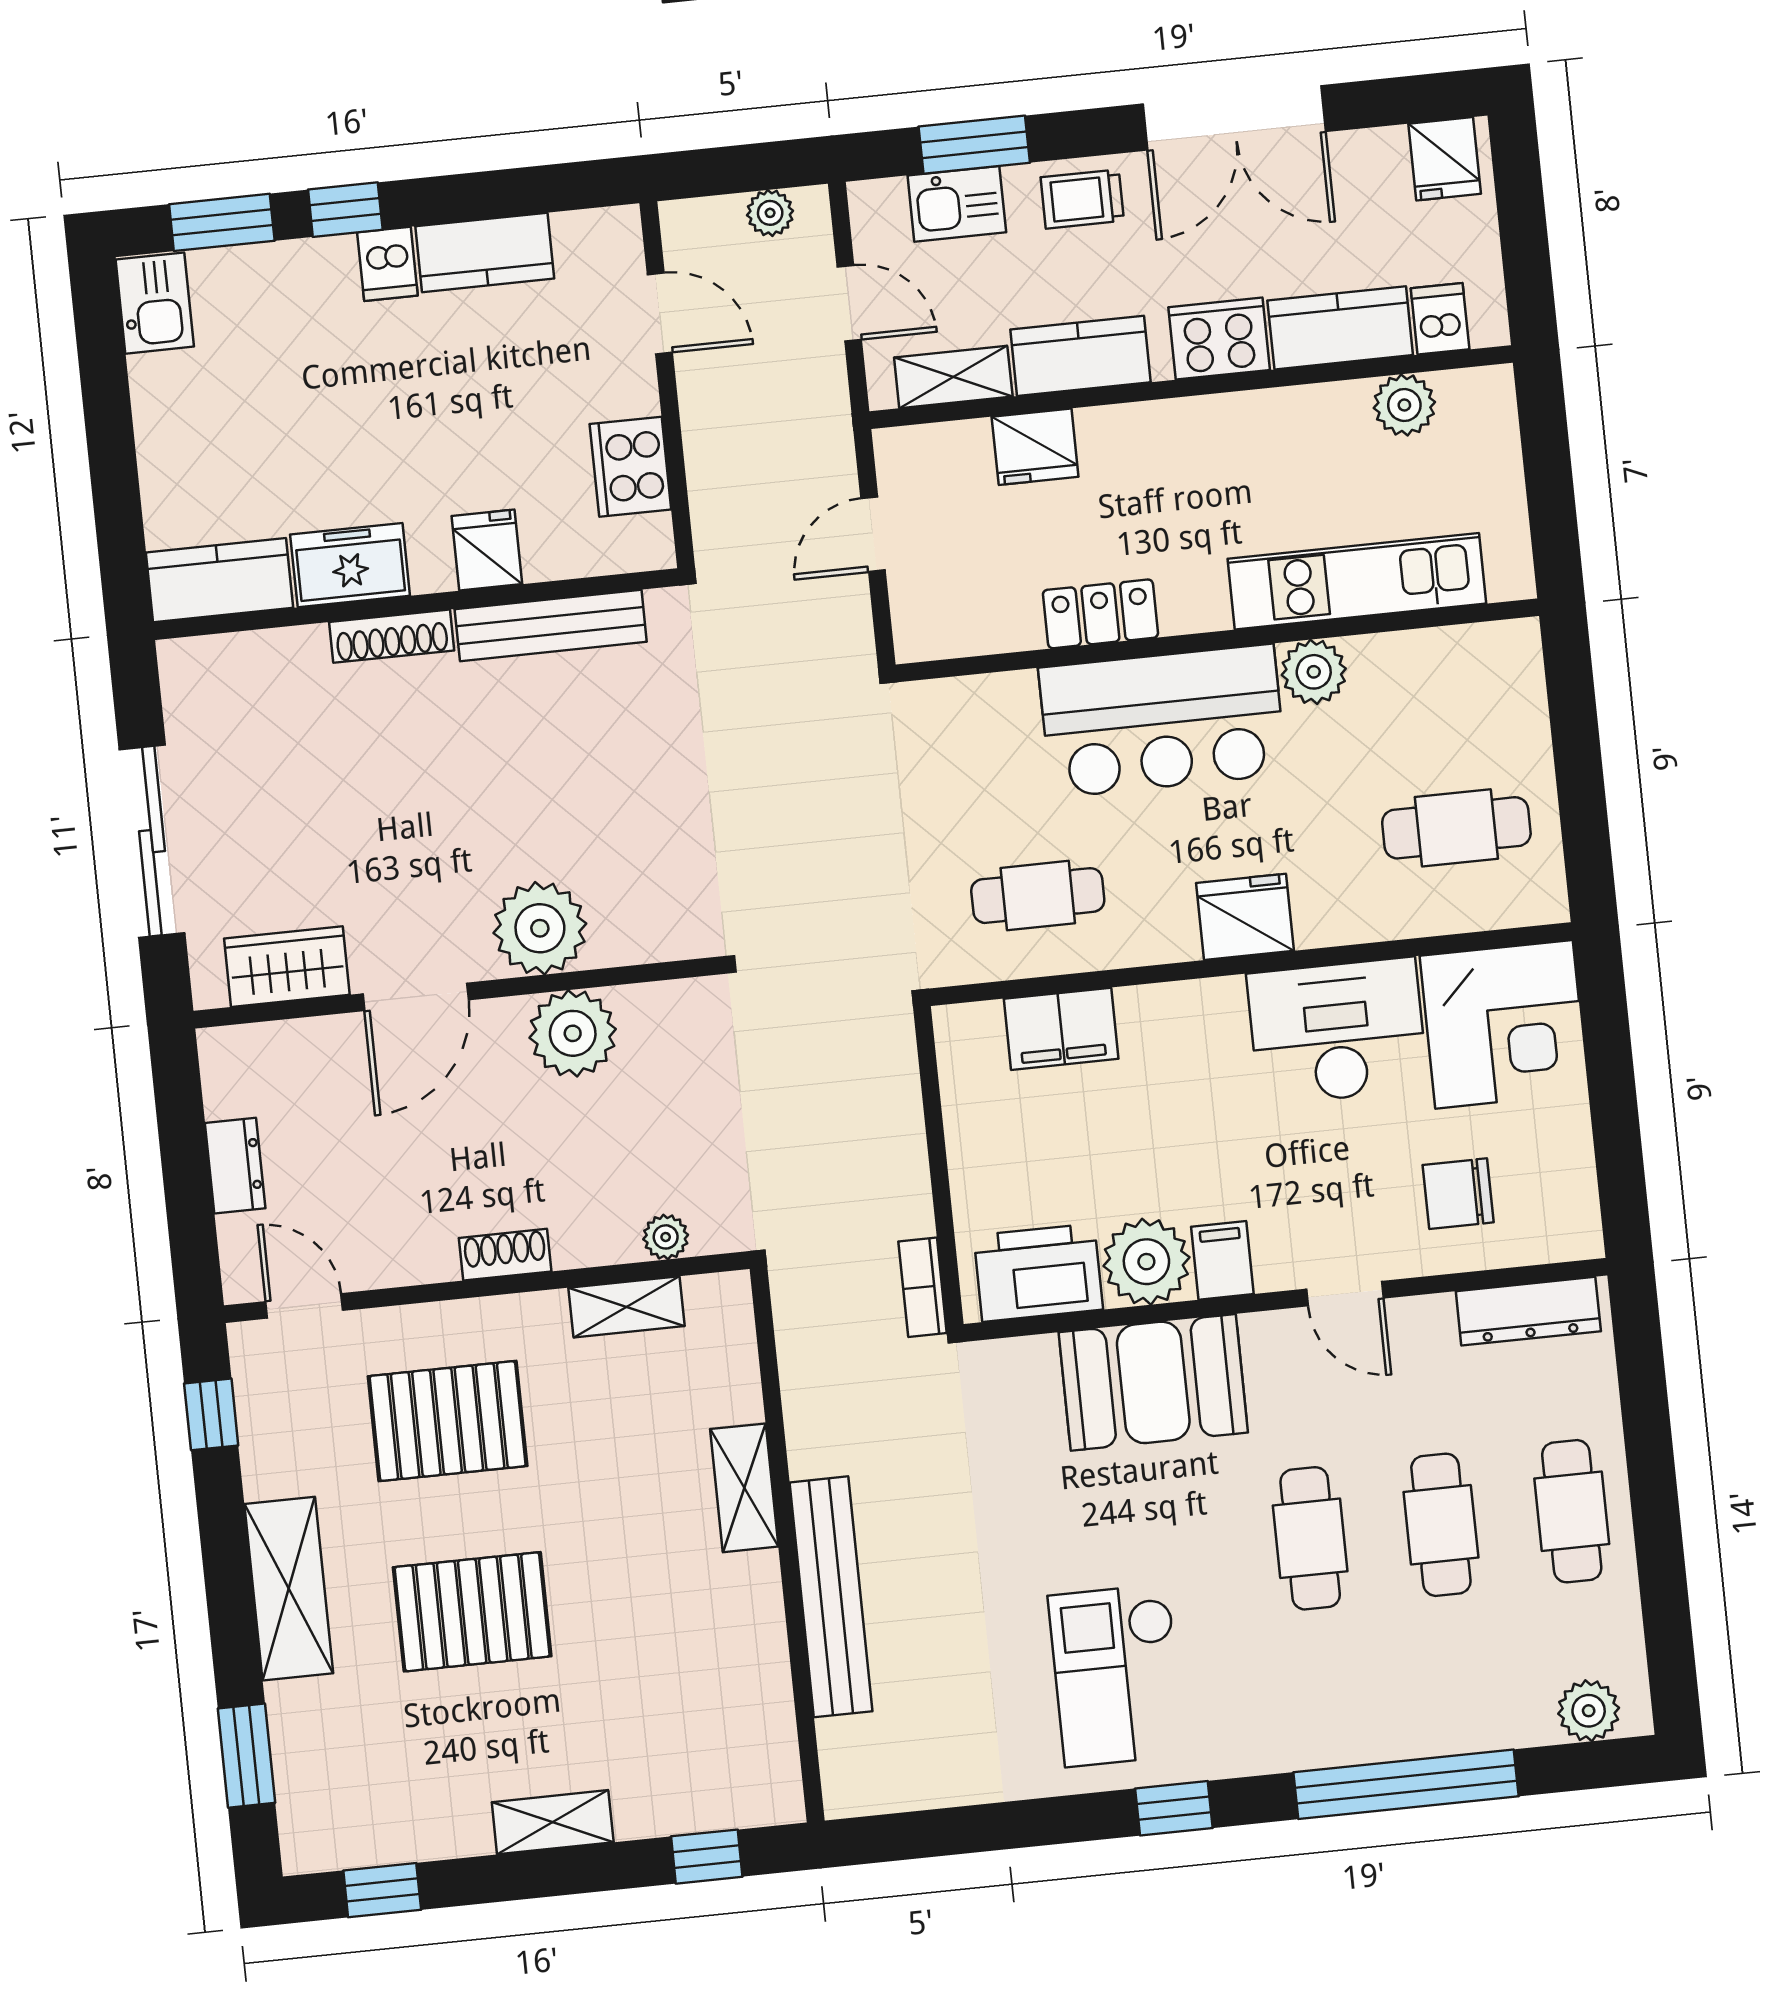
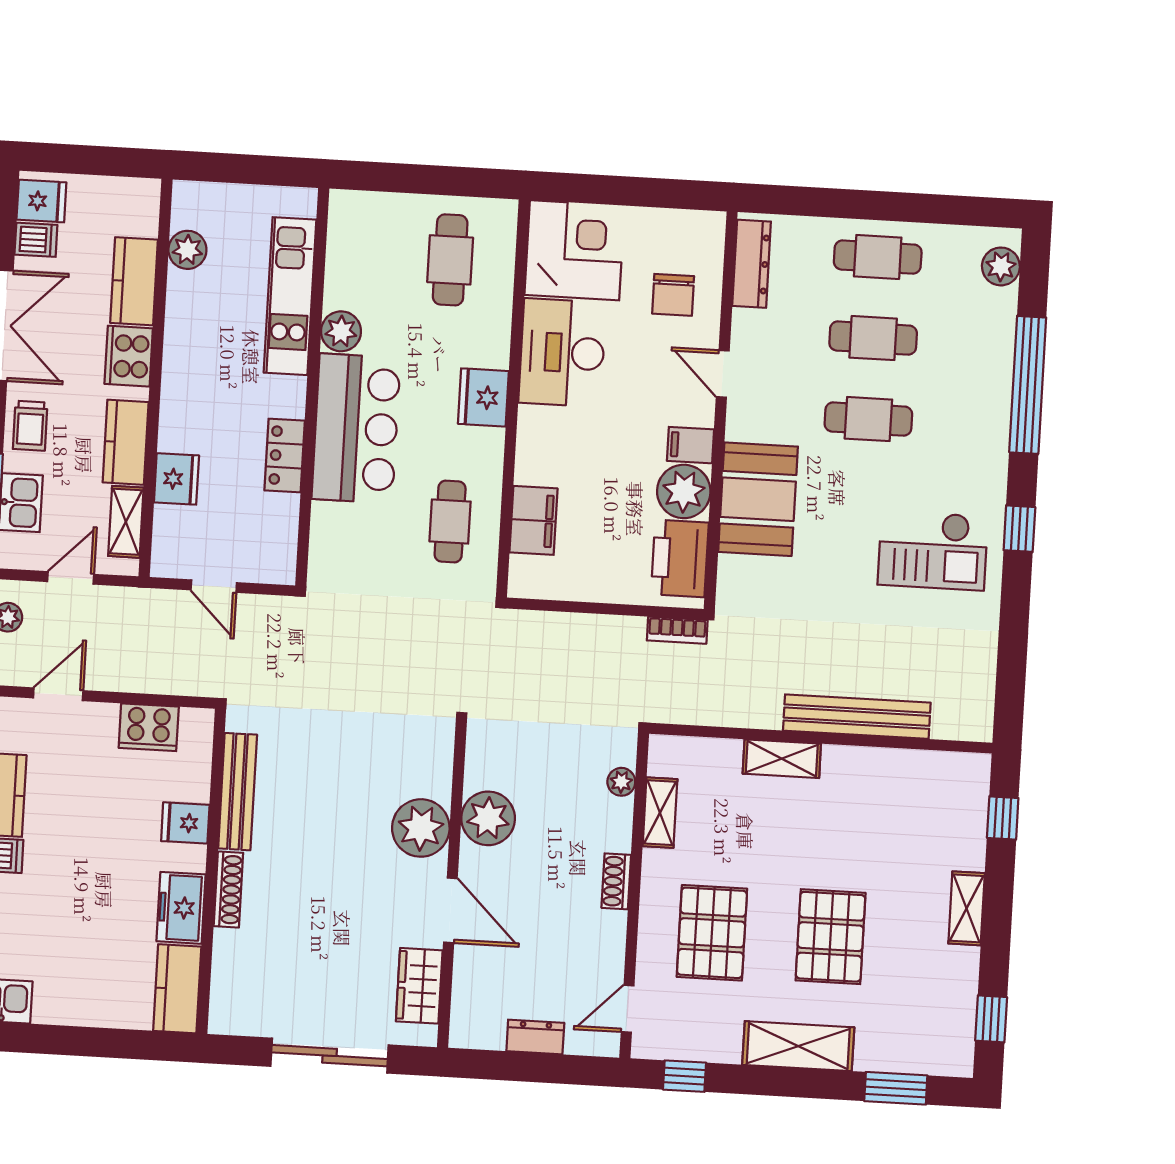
dishwasher: (1440, 319) -> (36, 240), moved, turned 180
door: (1345, 1294) -> (723, 374), swing flipped

